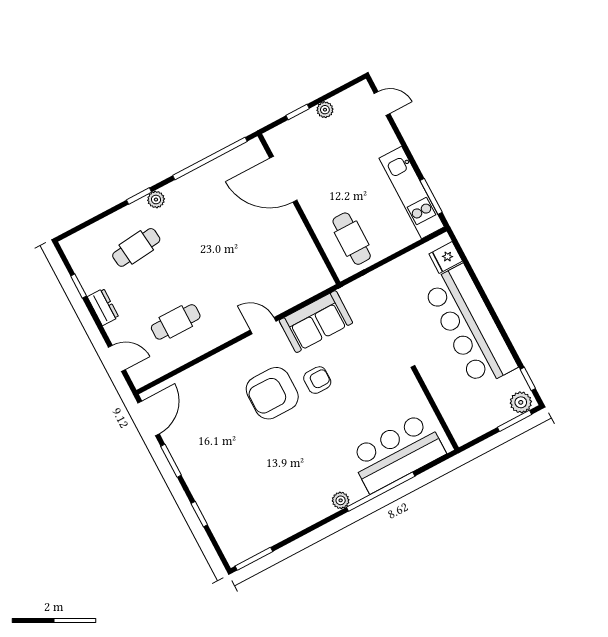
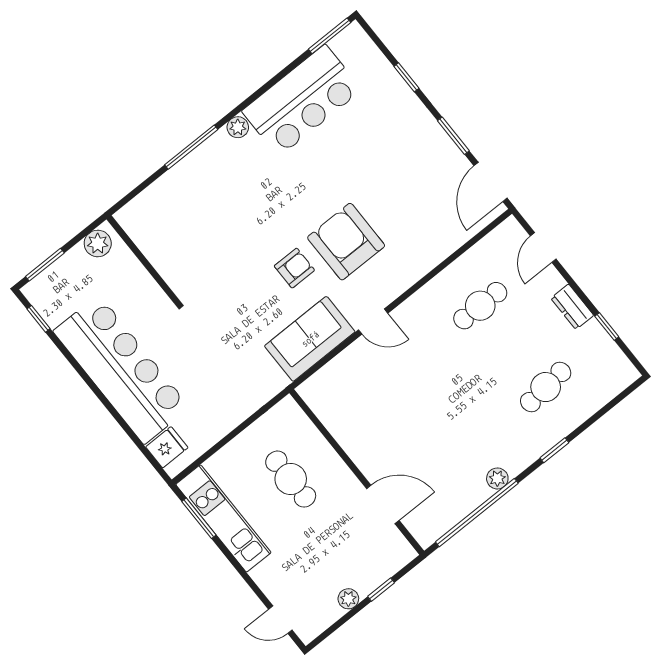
door: (283, 179) -> (383, 504), width x0.73
plant: (156, 200) -> (497, 478), moved
cafe table: (352, 239) -> (291, 479), moved
door: (117, 358) -> (543, 247), hinge flipped
armchair: (317, 380) -> (294, 268), turned 180
armchair: (272, 393) -> (346, 242), turned -90
plant: (521, 402) -> (98, 243), moved
bar counter: (397, 453) -> (302, 101), moved
window: (381, 492) -> (191, 147), width x0.68

